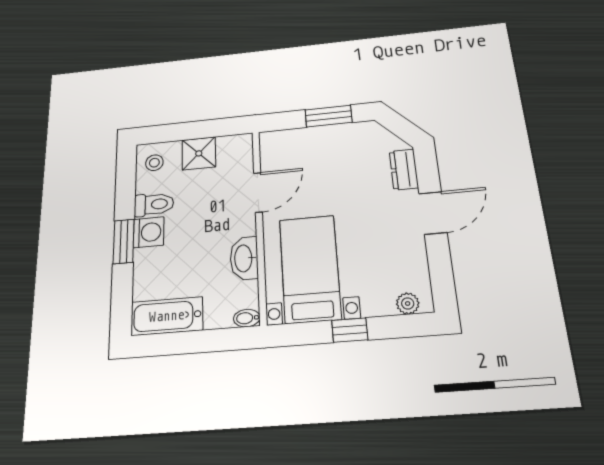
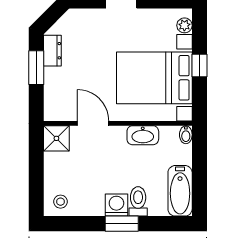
shower: (199, 153) -> (56, 138), moved
dresser: (404, 170) -> (52, 51), moved, turned -90
toilet: (154, 204) -> (138, 201), moved
bed with nightstands: (310, 268) -> (154, 78), width x1.36

